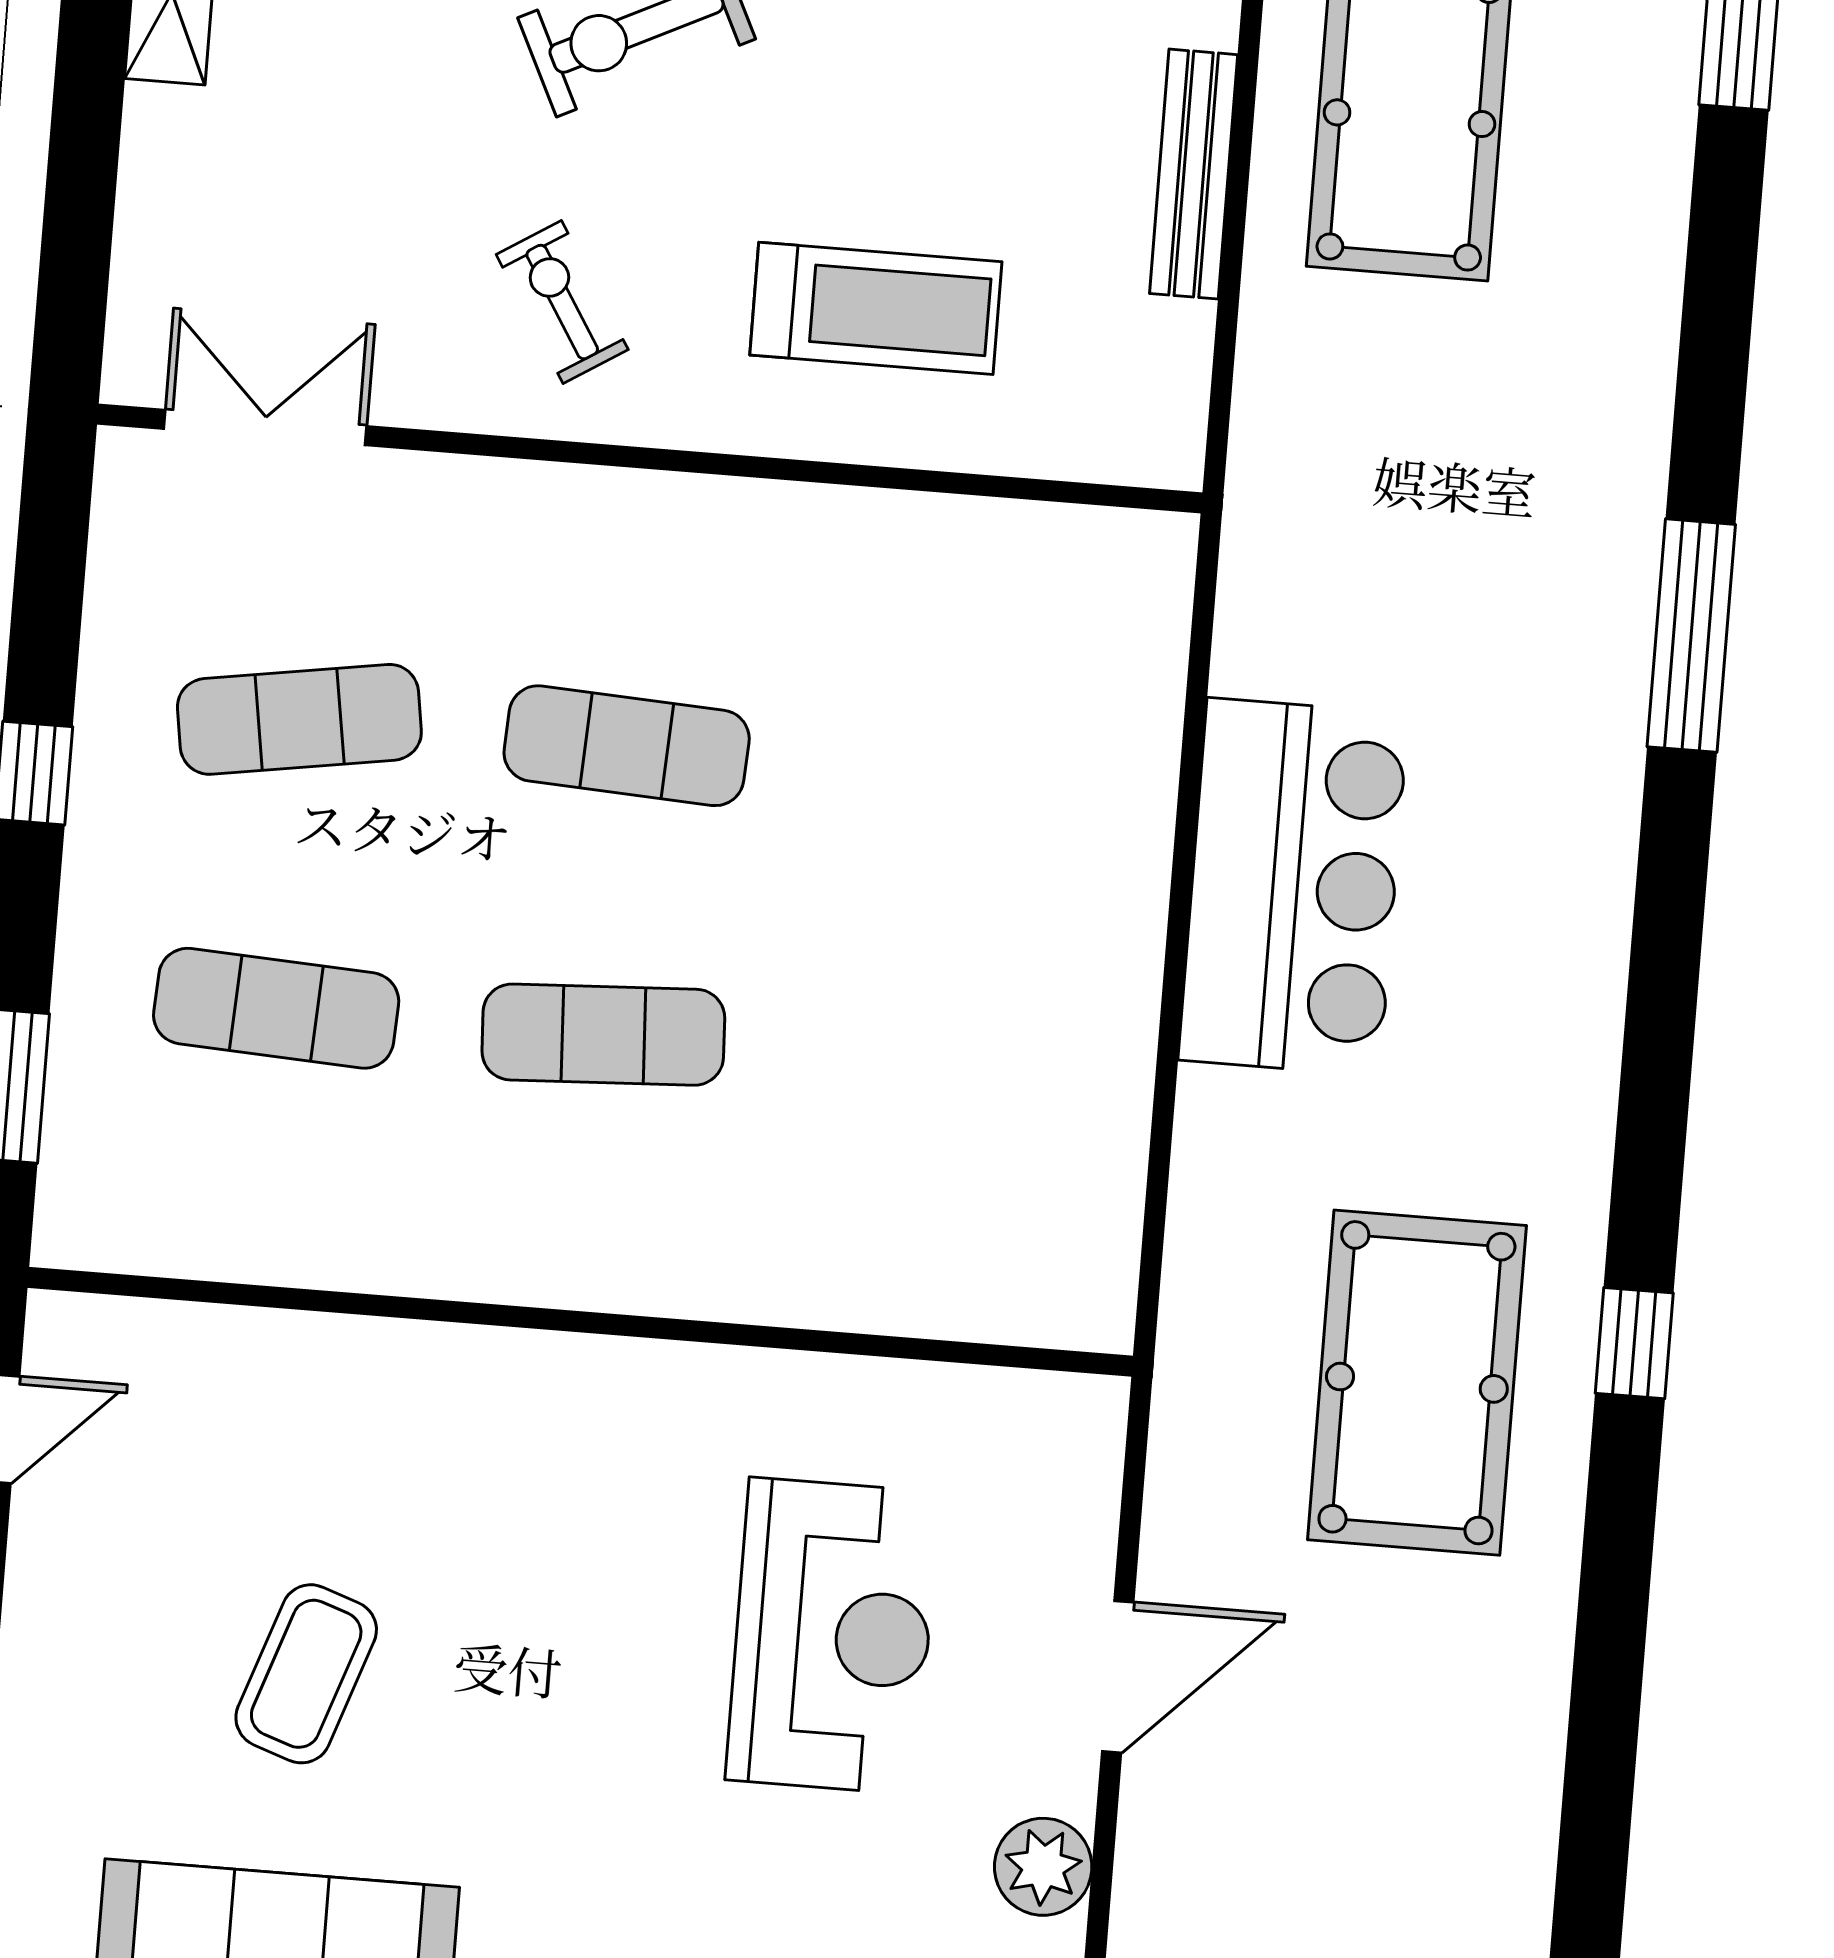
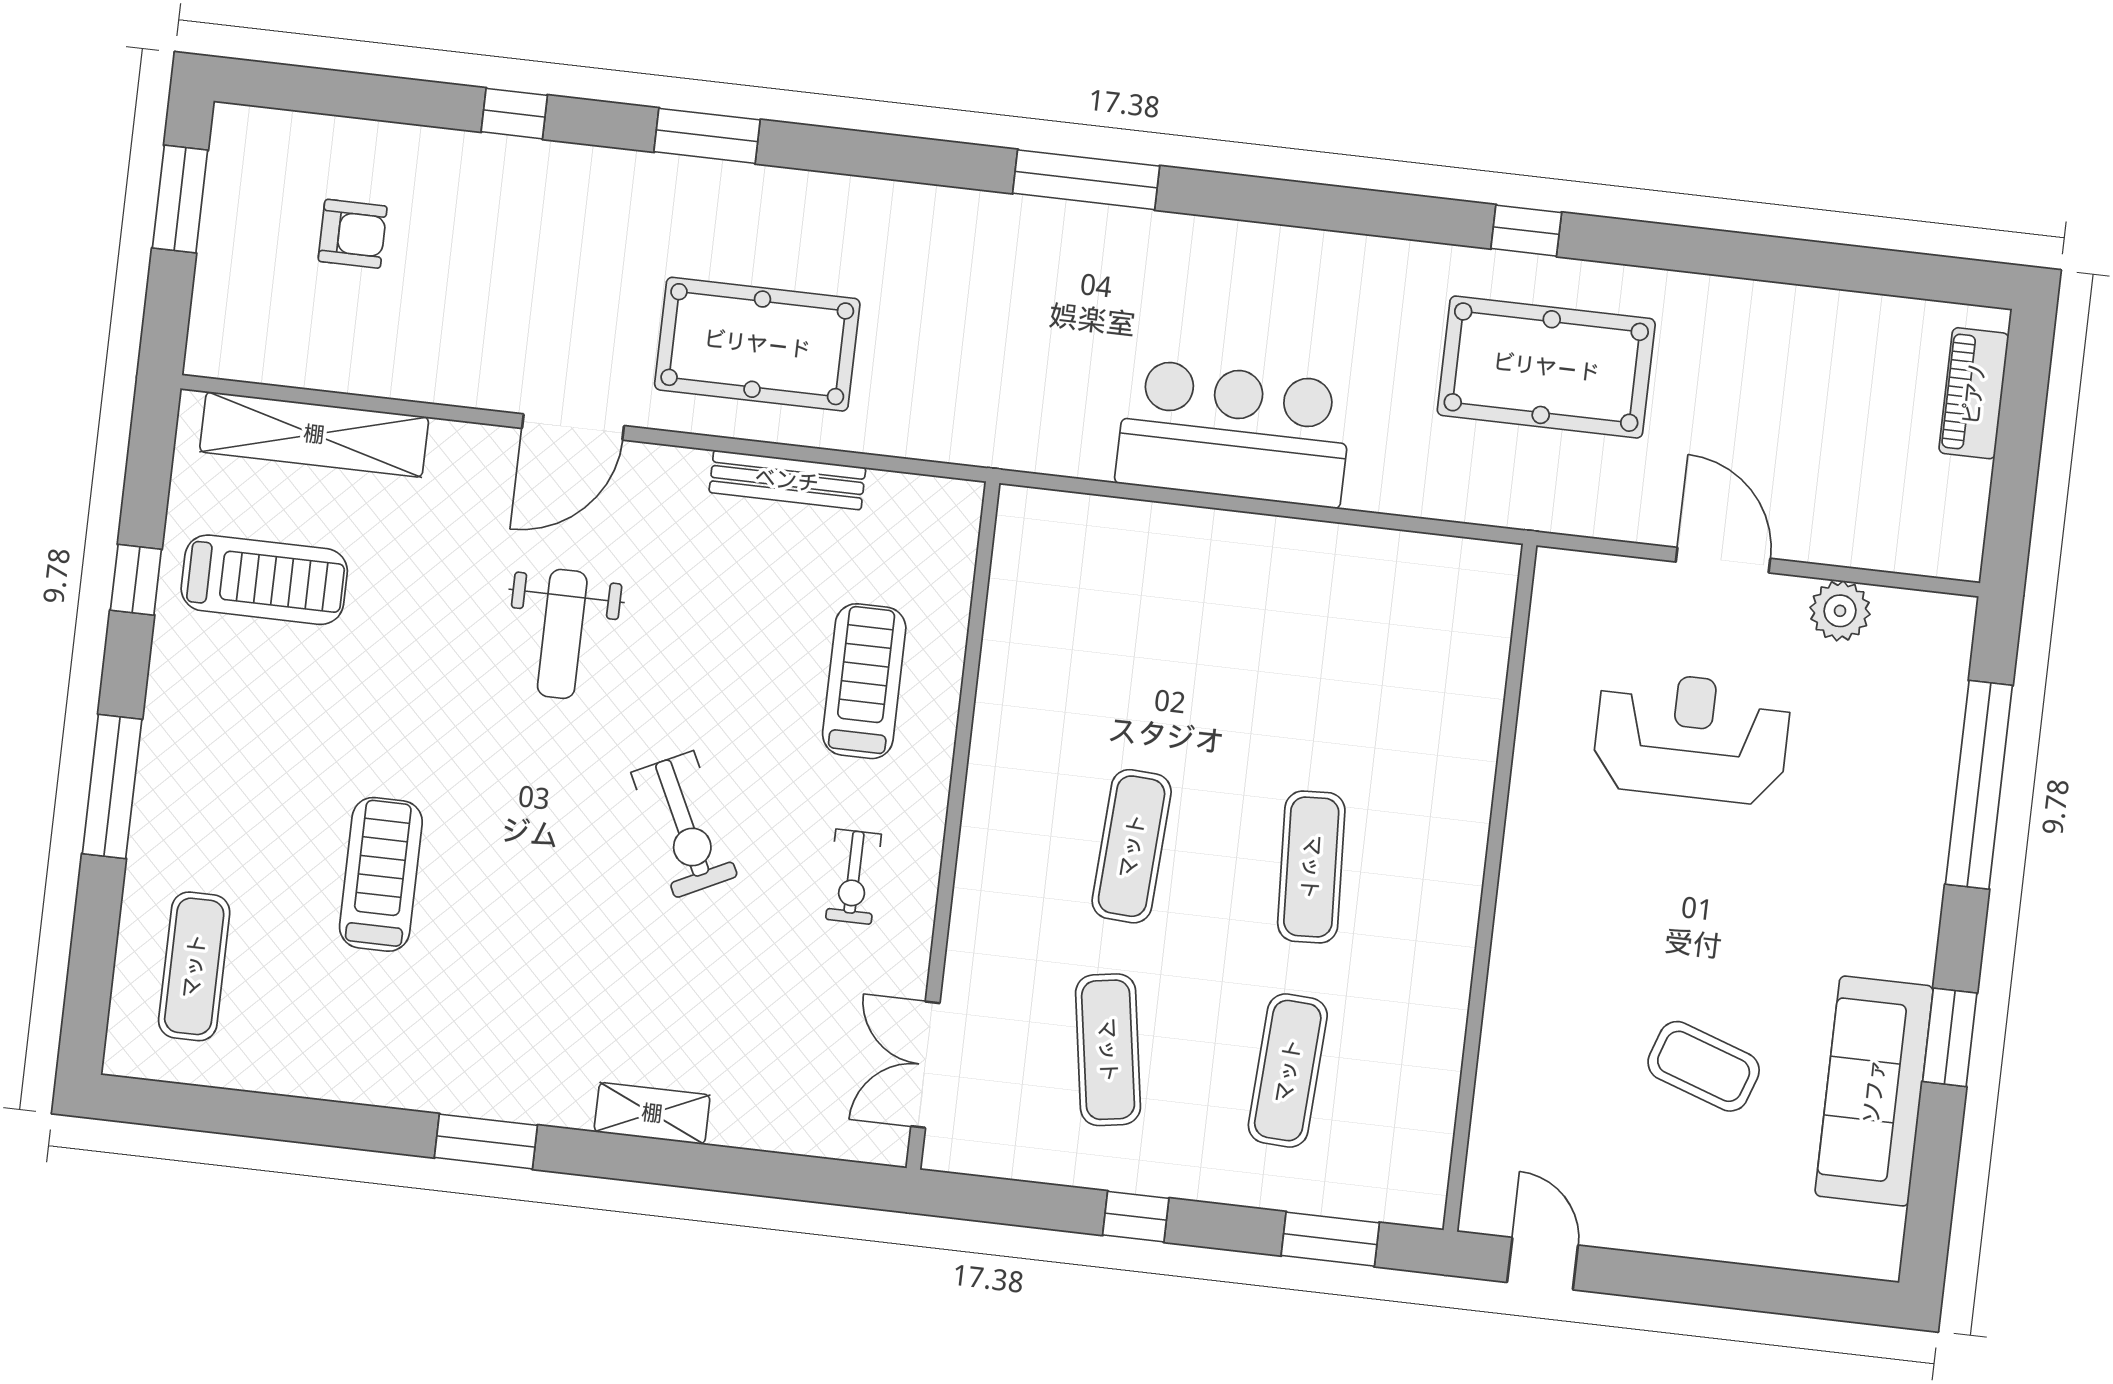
exercise bike: (562, 302) -> (853, 877), turned -58

